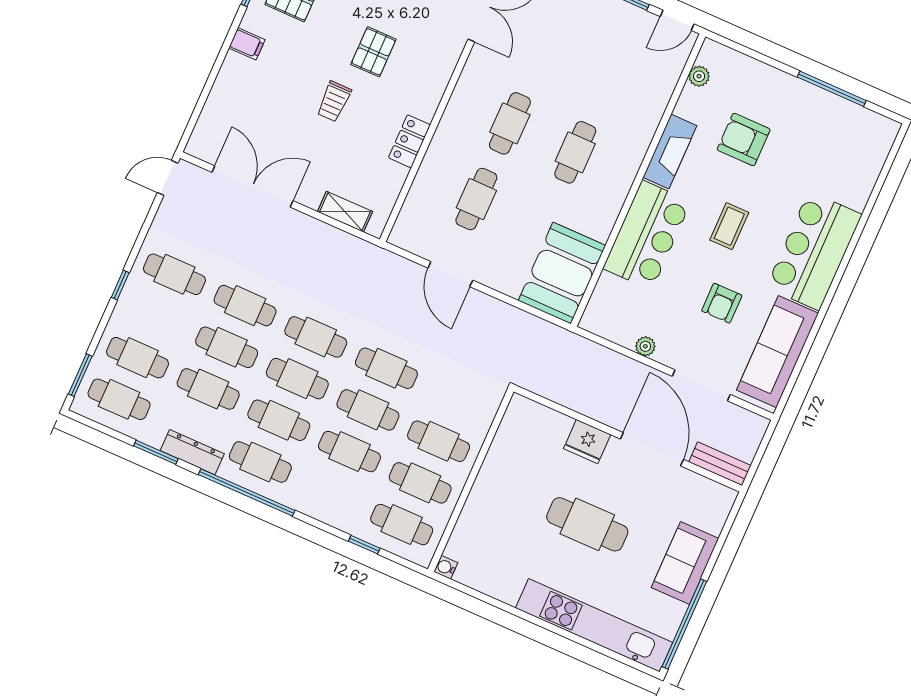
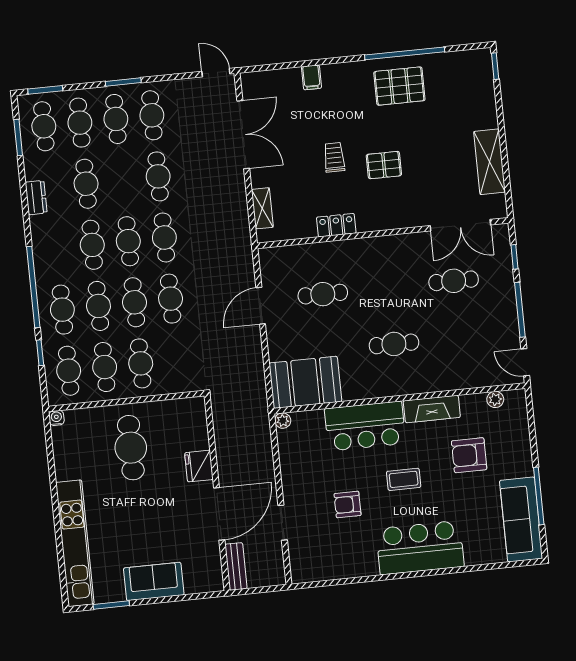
filing cabinet: (247, 44) -> (311, 77), moved
trolley: (334, 101) -> (334, 157), turned 90
cafe table: (510, 123) -> (454, 281), moved
armchair: (744, 140) -> (469, 455), turned -90
window: (120, 285) -> (123, 82), width x1.50
plant: (645, 346) -> (283, 421), moved
cafe table: (227, 347) -> (116, 119), moved
sofa: (778, 352) -> (521, 519), moved, turned -90
doorway: (701, 385) -> (283, 523), width x0.73
window: (156, 452) -> (18, 137), moved
dresser: (192, 452) -> (36, 198), width x0.70
cafe table: (260, 462) -> (62, 310), moved
window: (247, 493) -> (33, 287), moved
cafe table: (587, 524) -> (131, 448), moved
window: (684, 624) -> (111, 605), width x0.47

